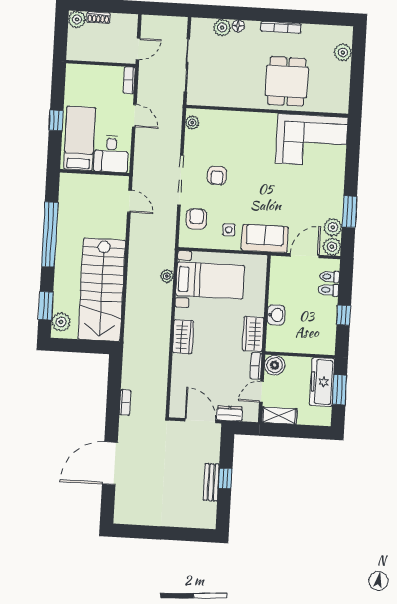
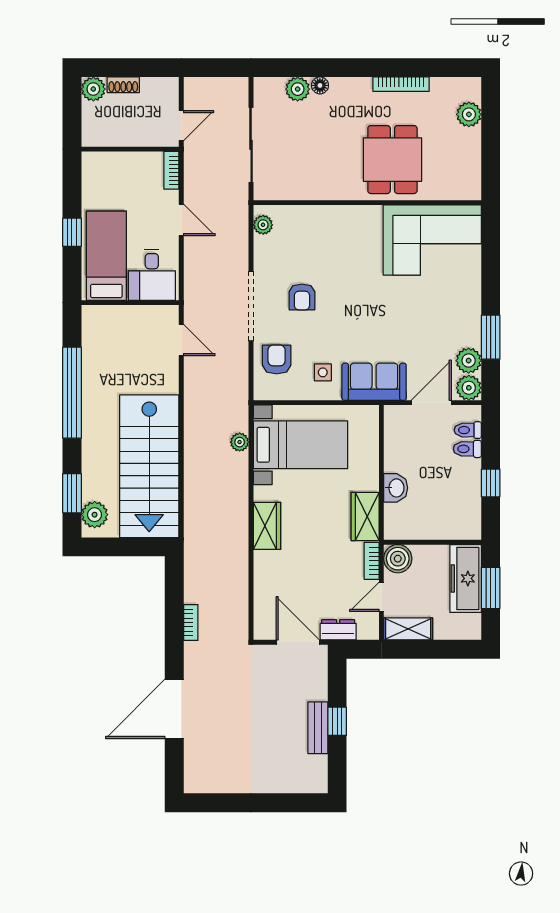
bookcase: (281, 27) -> (401, 84), moved

